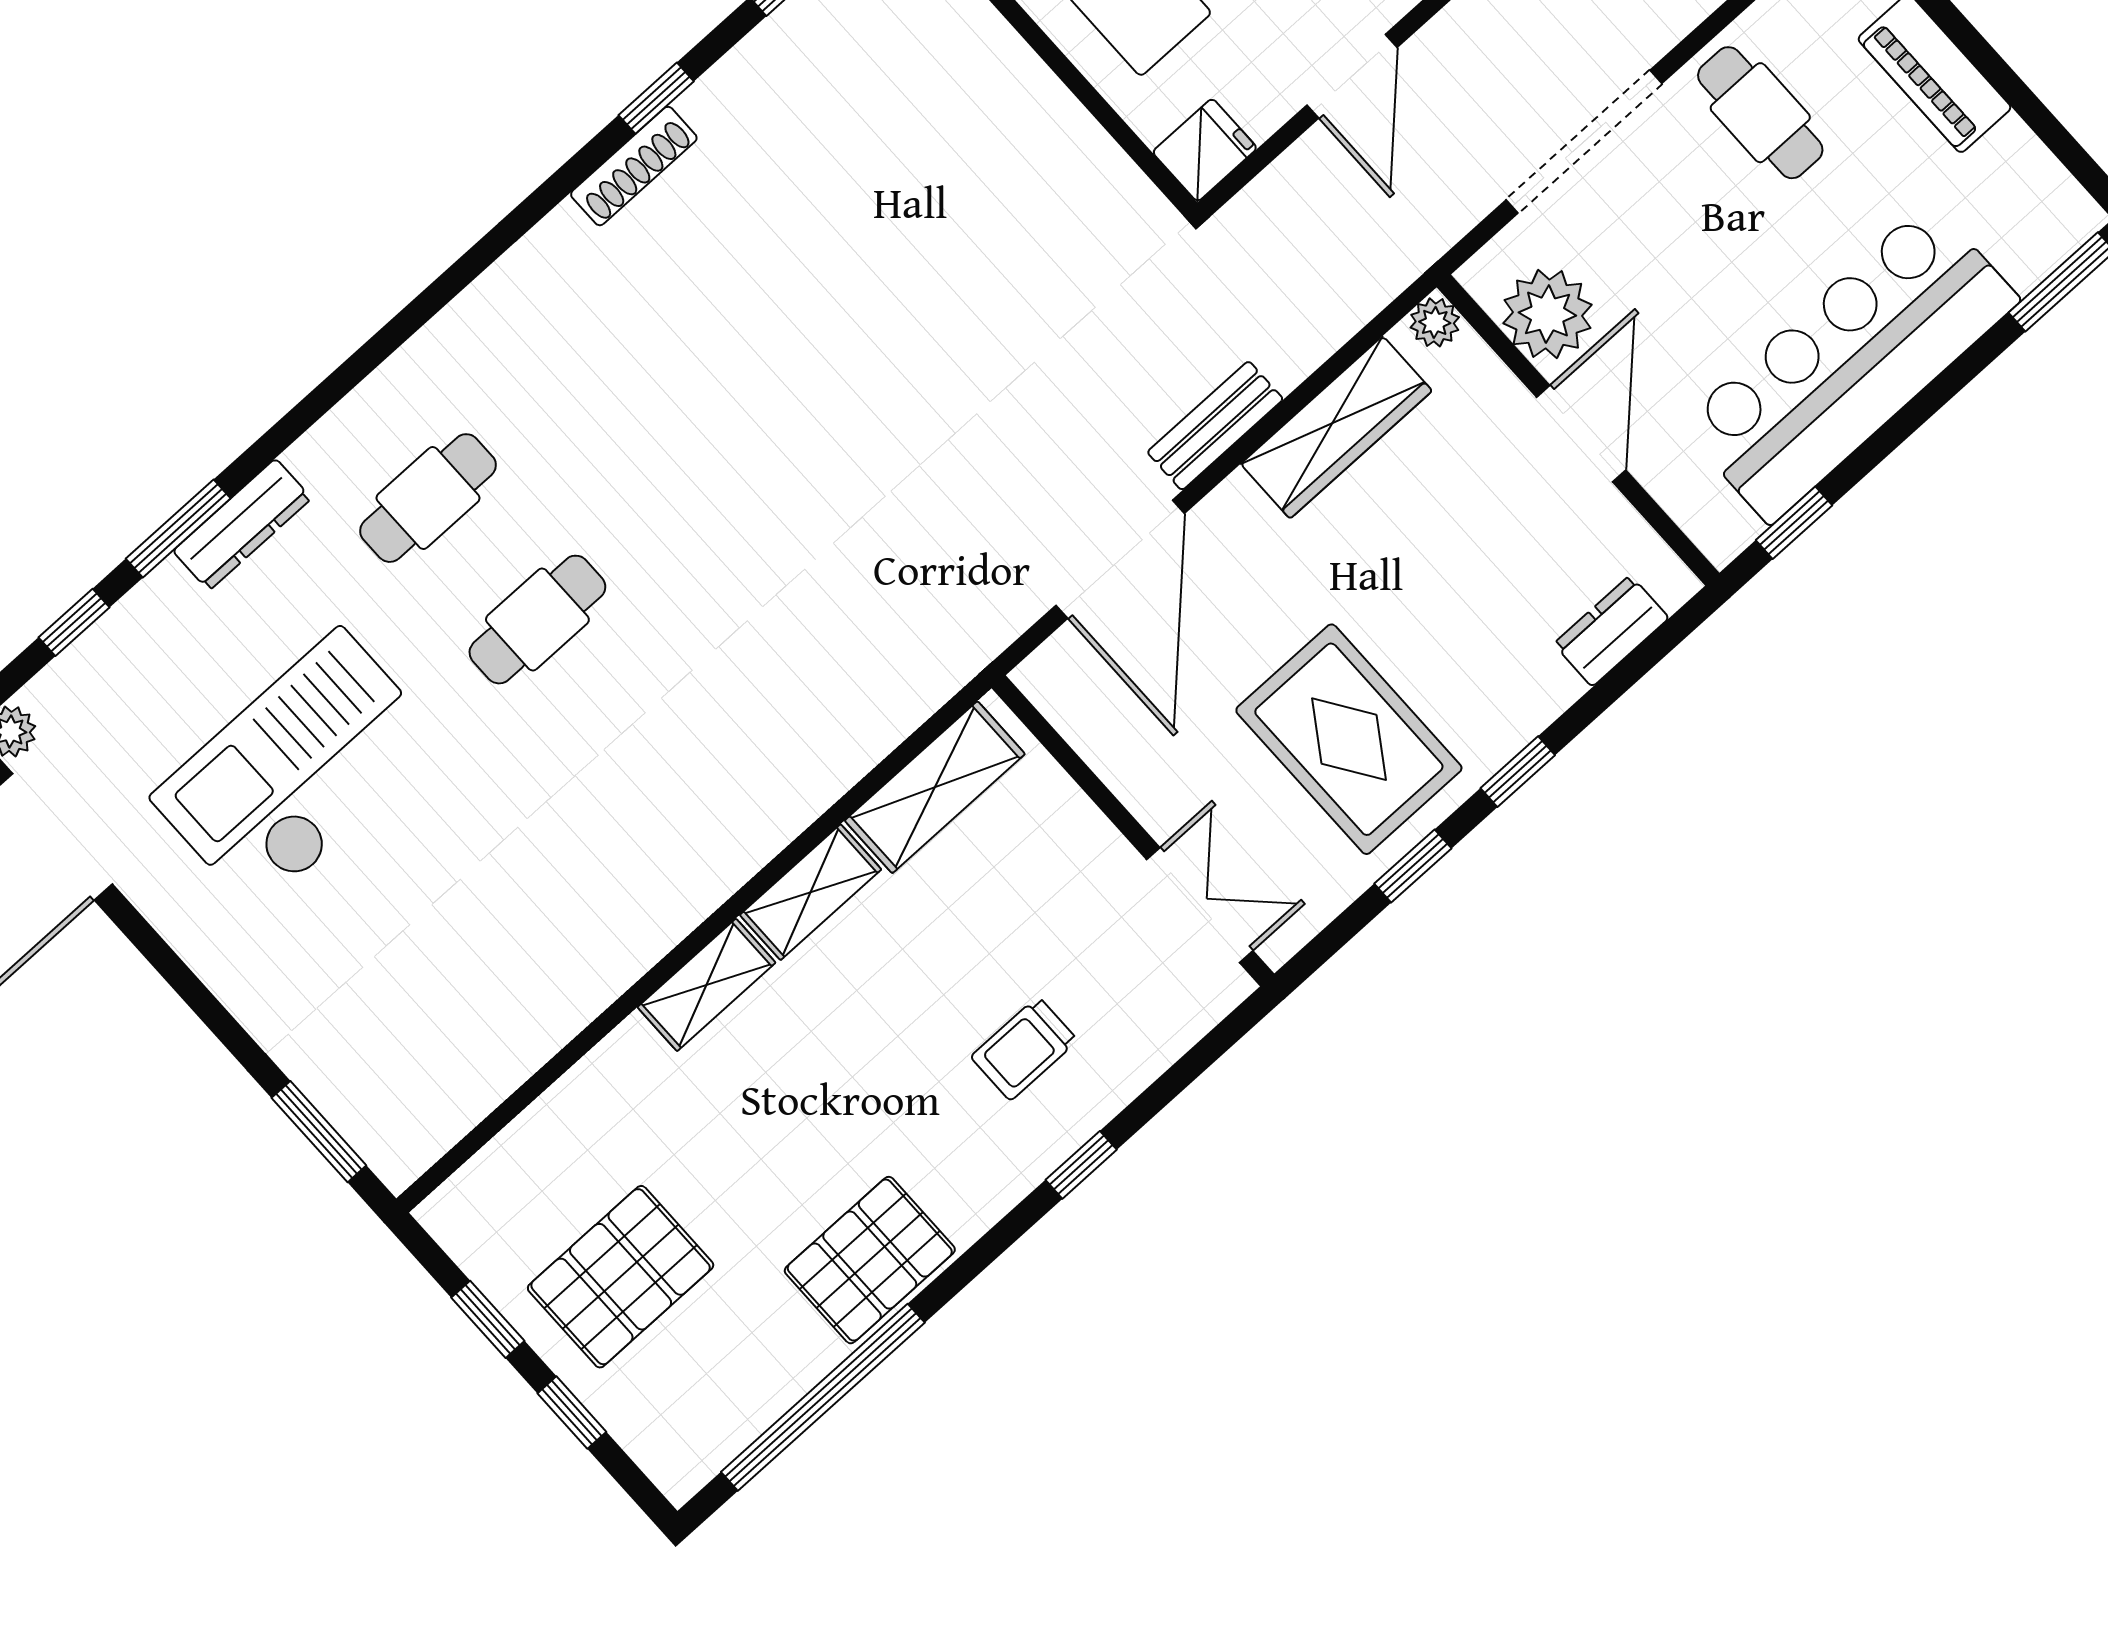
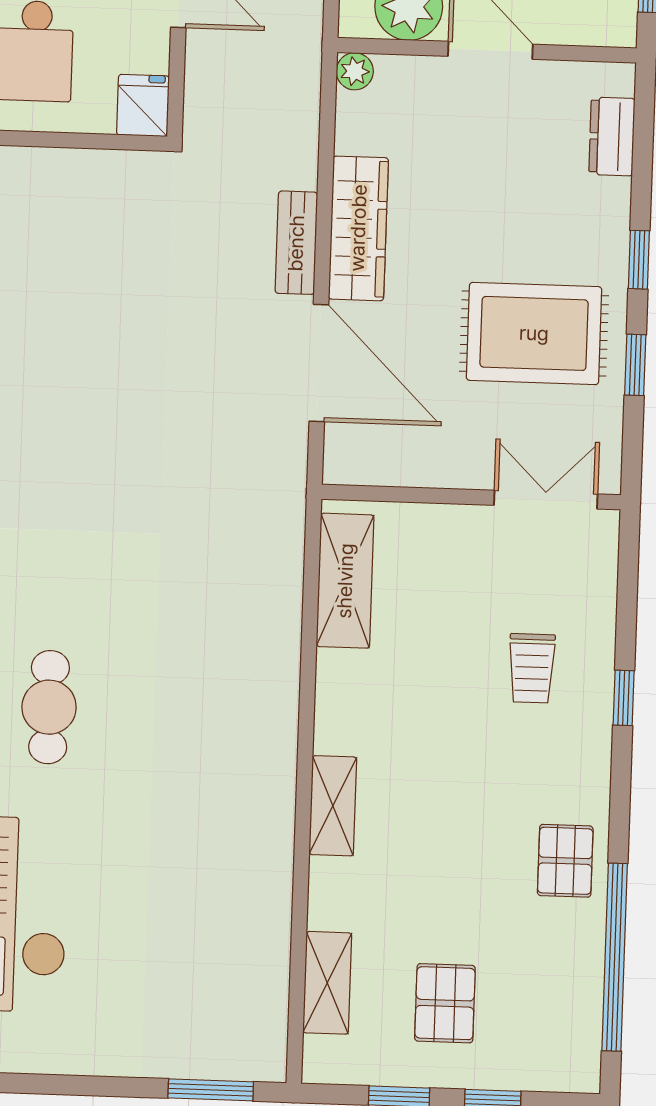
wardrobe: (1336, 427) -> (358, 228), moved
shelving: (811, 892) -> (327, 983), moved
pallet: (870, 1260) -> (565, 861), width x0.67, depth x0.71
pallet: (621, 1277) -> (445, 1003), width x0.67, depth x0.71

